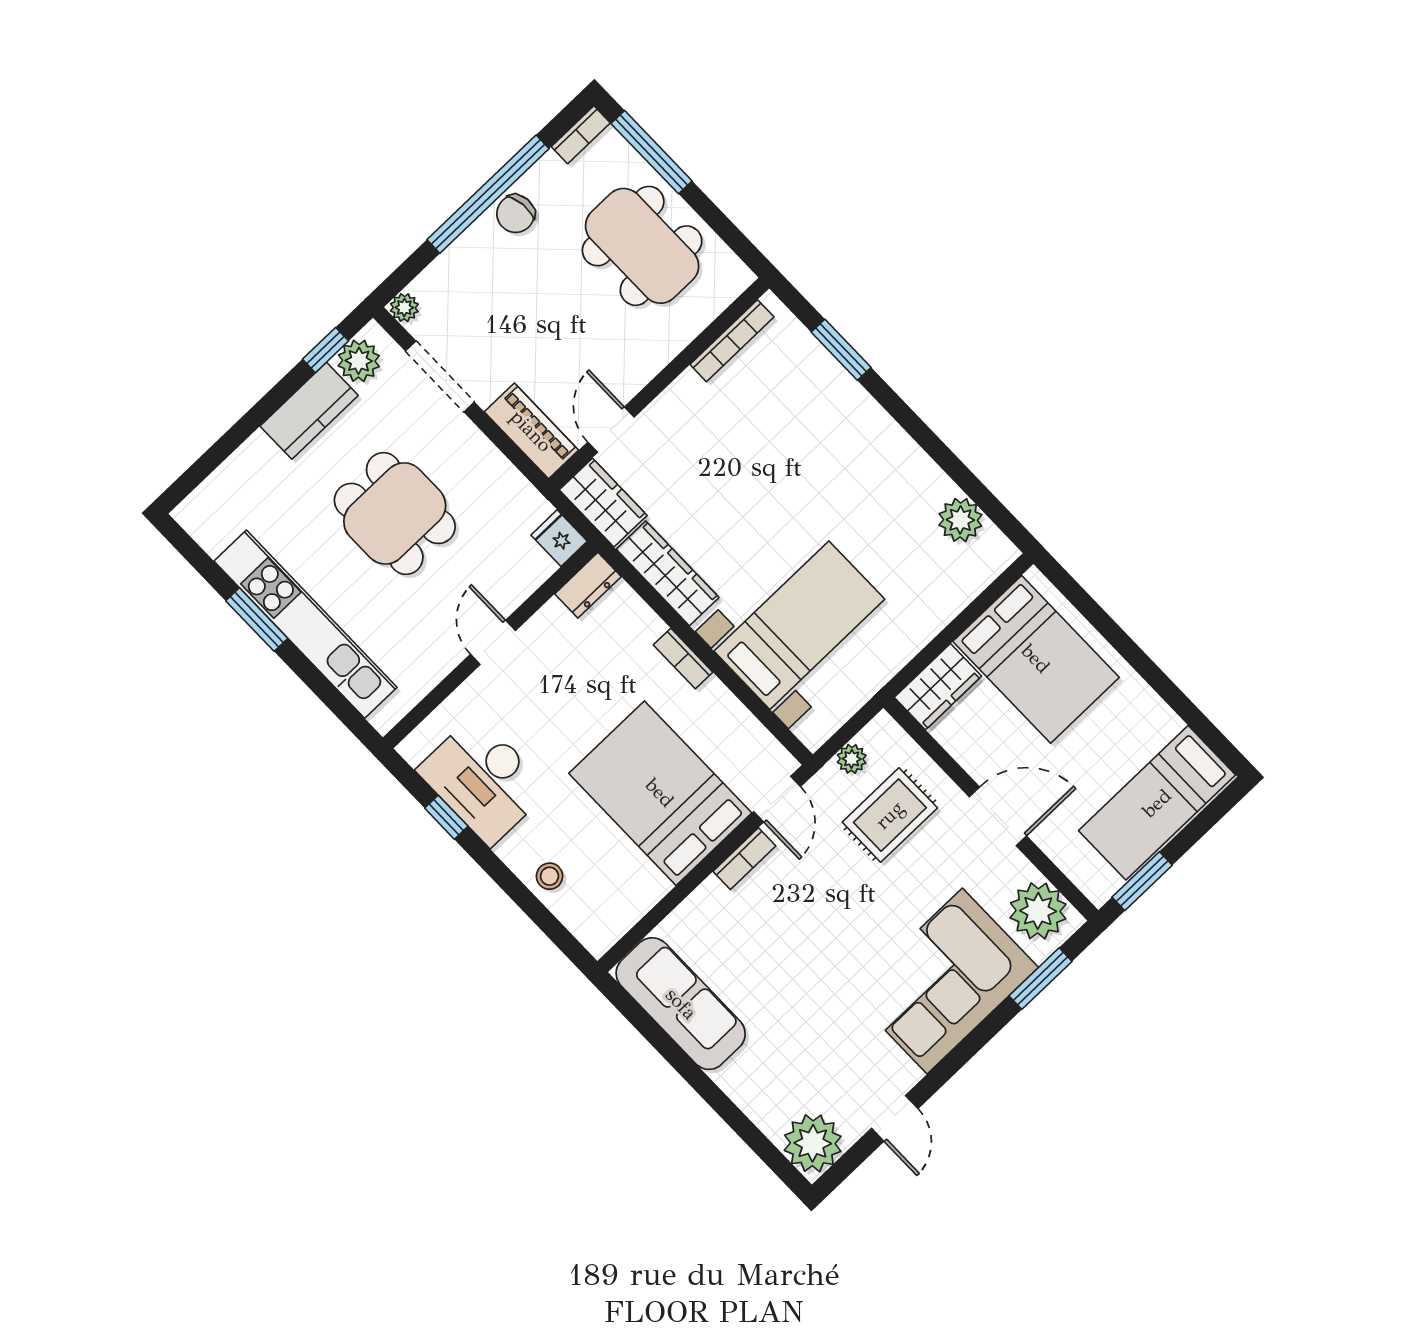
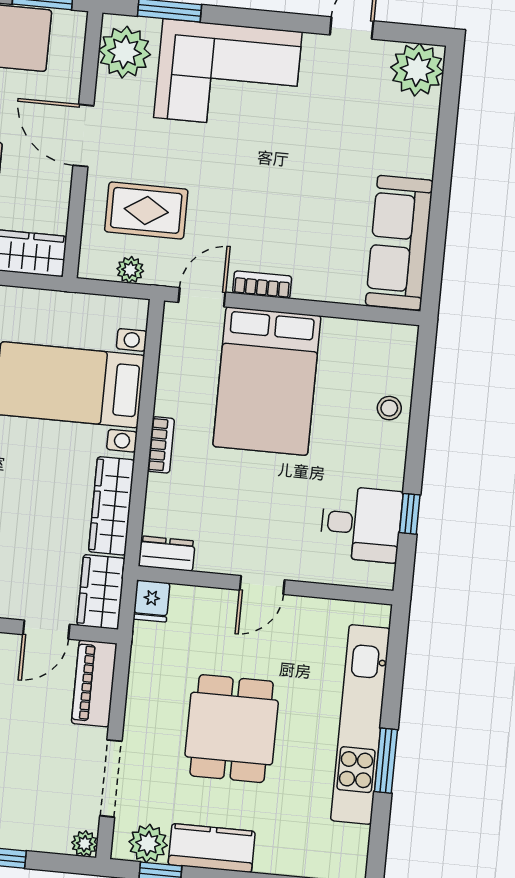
desk: (483, 780) -> (361, 524), width x0.73

